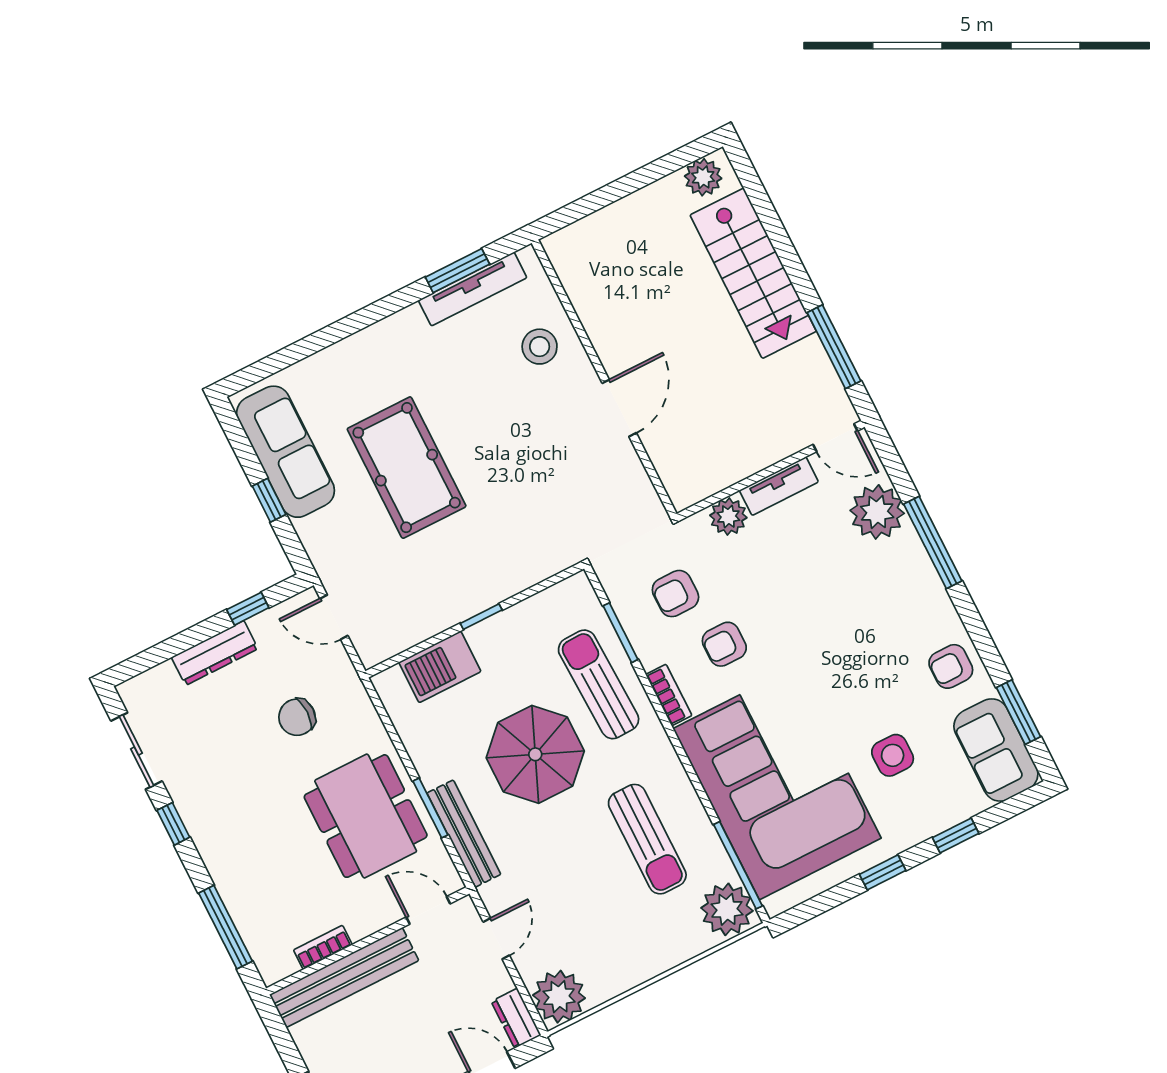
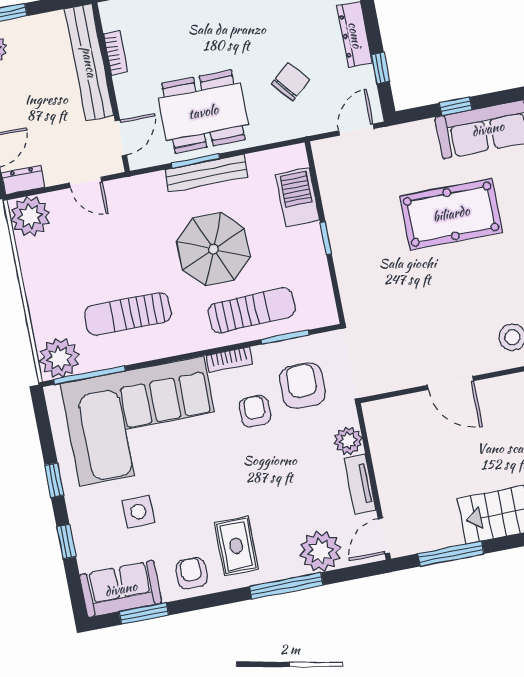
armchair: (675, 594) -> (302, 386), width x1.38, depth x1.38
rug: (901, 620) -> (236, 546), added
chair: (297, 717) -> (290, 82), turned 49
bench: (464, 834) -> (206, 173), moved

